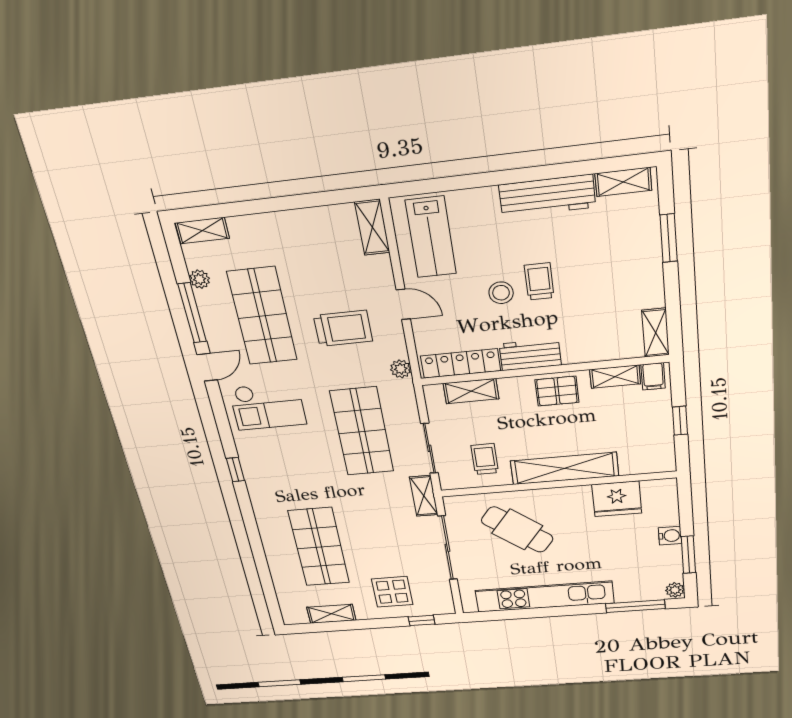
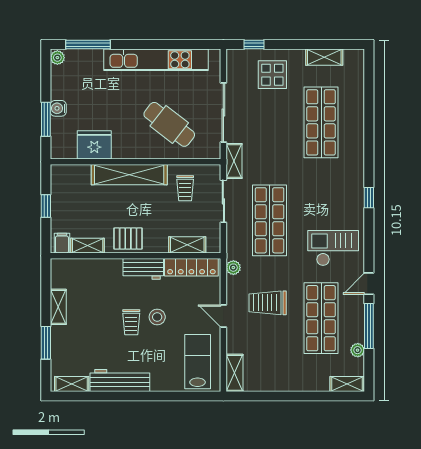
shelving: (656, 333) -> (58, 307), moved
window: (688, 555) -> (46, 119), moved

